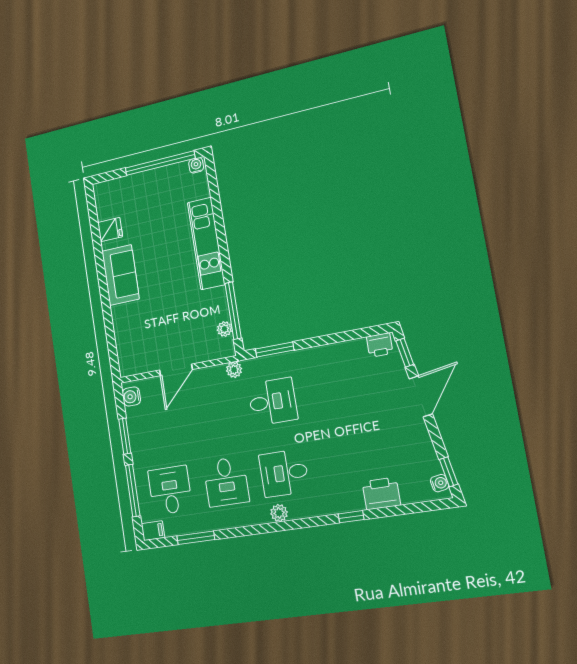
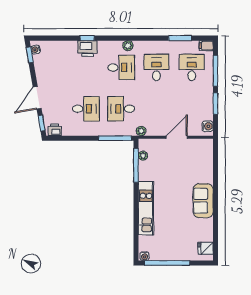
fridge: (110, 230) -> (206, 248), moved
window: (275, 350) -> (115, 138), width x1.44
desk: (332, 391) -> (86, 109), added
desk: (170, 490) -> (192, 68), turned 180
printer: (381, 493) -> (88, 48), moved

